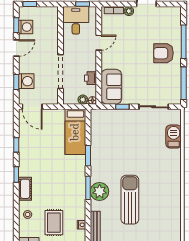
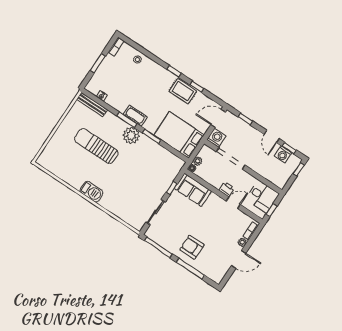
door: (99, 43) -> (233, 203), swing flipped
armchair: (163, 53) -> (192, 247), turned -90
printer: (91, 78) -> (227, 189), moved
washing machine: (26, 81) -> (216, 138), moved, turned 180
bed: (75, 132) -> (179, 135), width x1.50
barbecue: (174, 137) -> (92, 192), moved
cot: (25, 189) -> (135, 116), moved
plant: (100, 191) -> (131, 136), moved
sun lounger: (130, 200) -> (96, 146), turned 180
rug: (54, 223) -> (183, 91), moved

